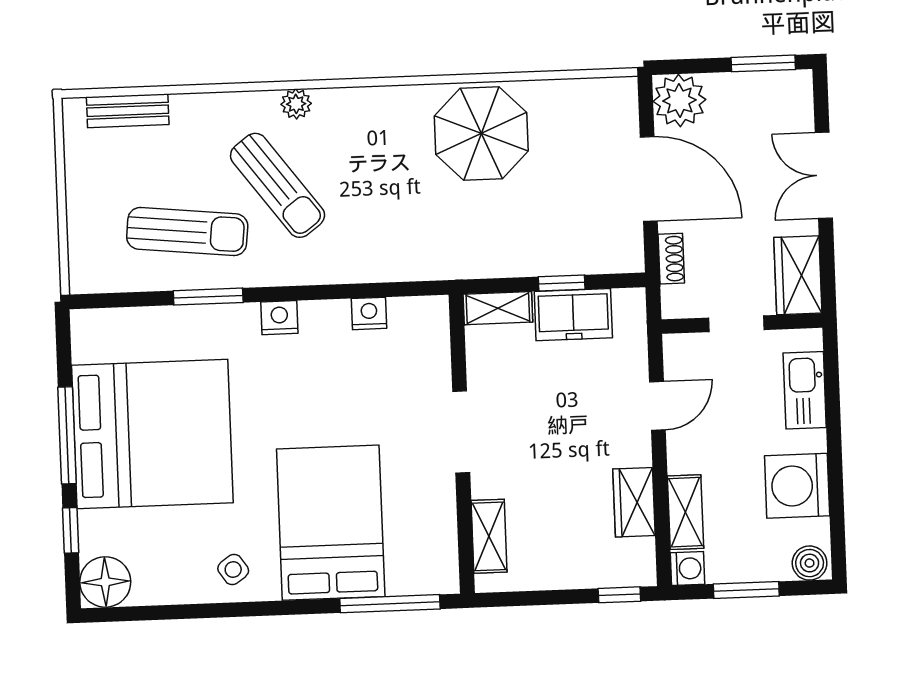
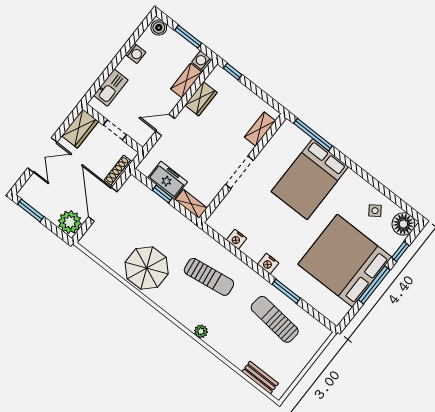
sun lounger: (278, 185) -> (209, 277), moved, turned 119
shoe rack: (671, 259) -> (118, 171), width x1.43
washing machine: (797, 486) -> (136, 53), width x0.53, depth x0.53
side table: (233, 570) -> (375, 211), moved

